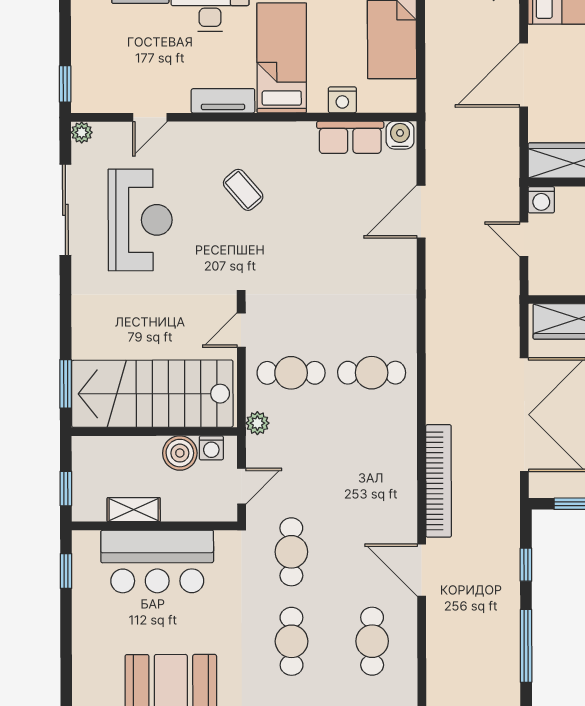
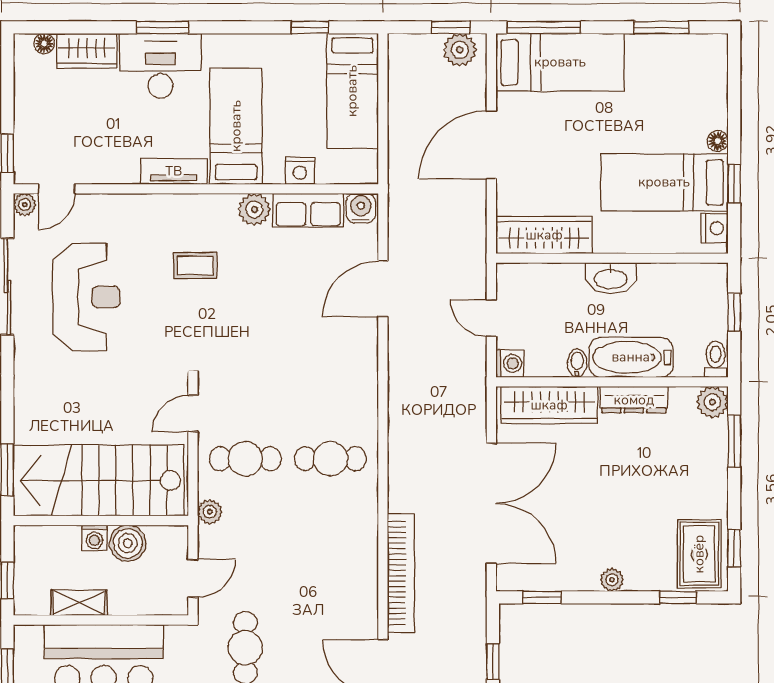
door: (150, 117) -> (57, 189), moved
plant: (299, 137) -> (254, 209), added
coffee table: (243, 190) -> (195, 265), turned -49
washing machine: (541, 200) -> (510, 363), moved, turned -90
washing machine: (211, 448) -> (95, 538), moved

